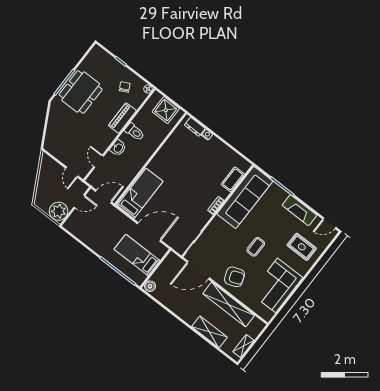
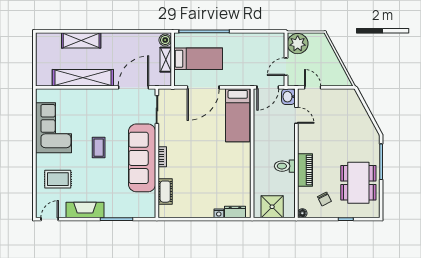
dining table: (81, 92) -> (358, 183), moved
washbasin: (118, 148) -> (288, 97), moved
sofa: (245, 197) -> (142, 158), moved
armchair: (234, 277) -> (97, 106), removed
shelving: (243, 346) -> (166, 60), moved

